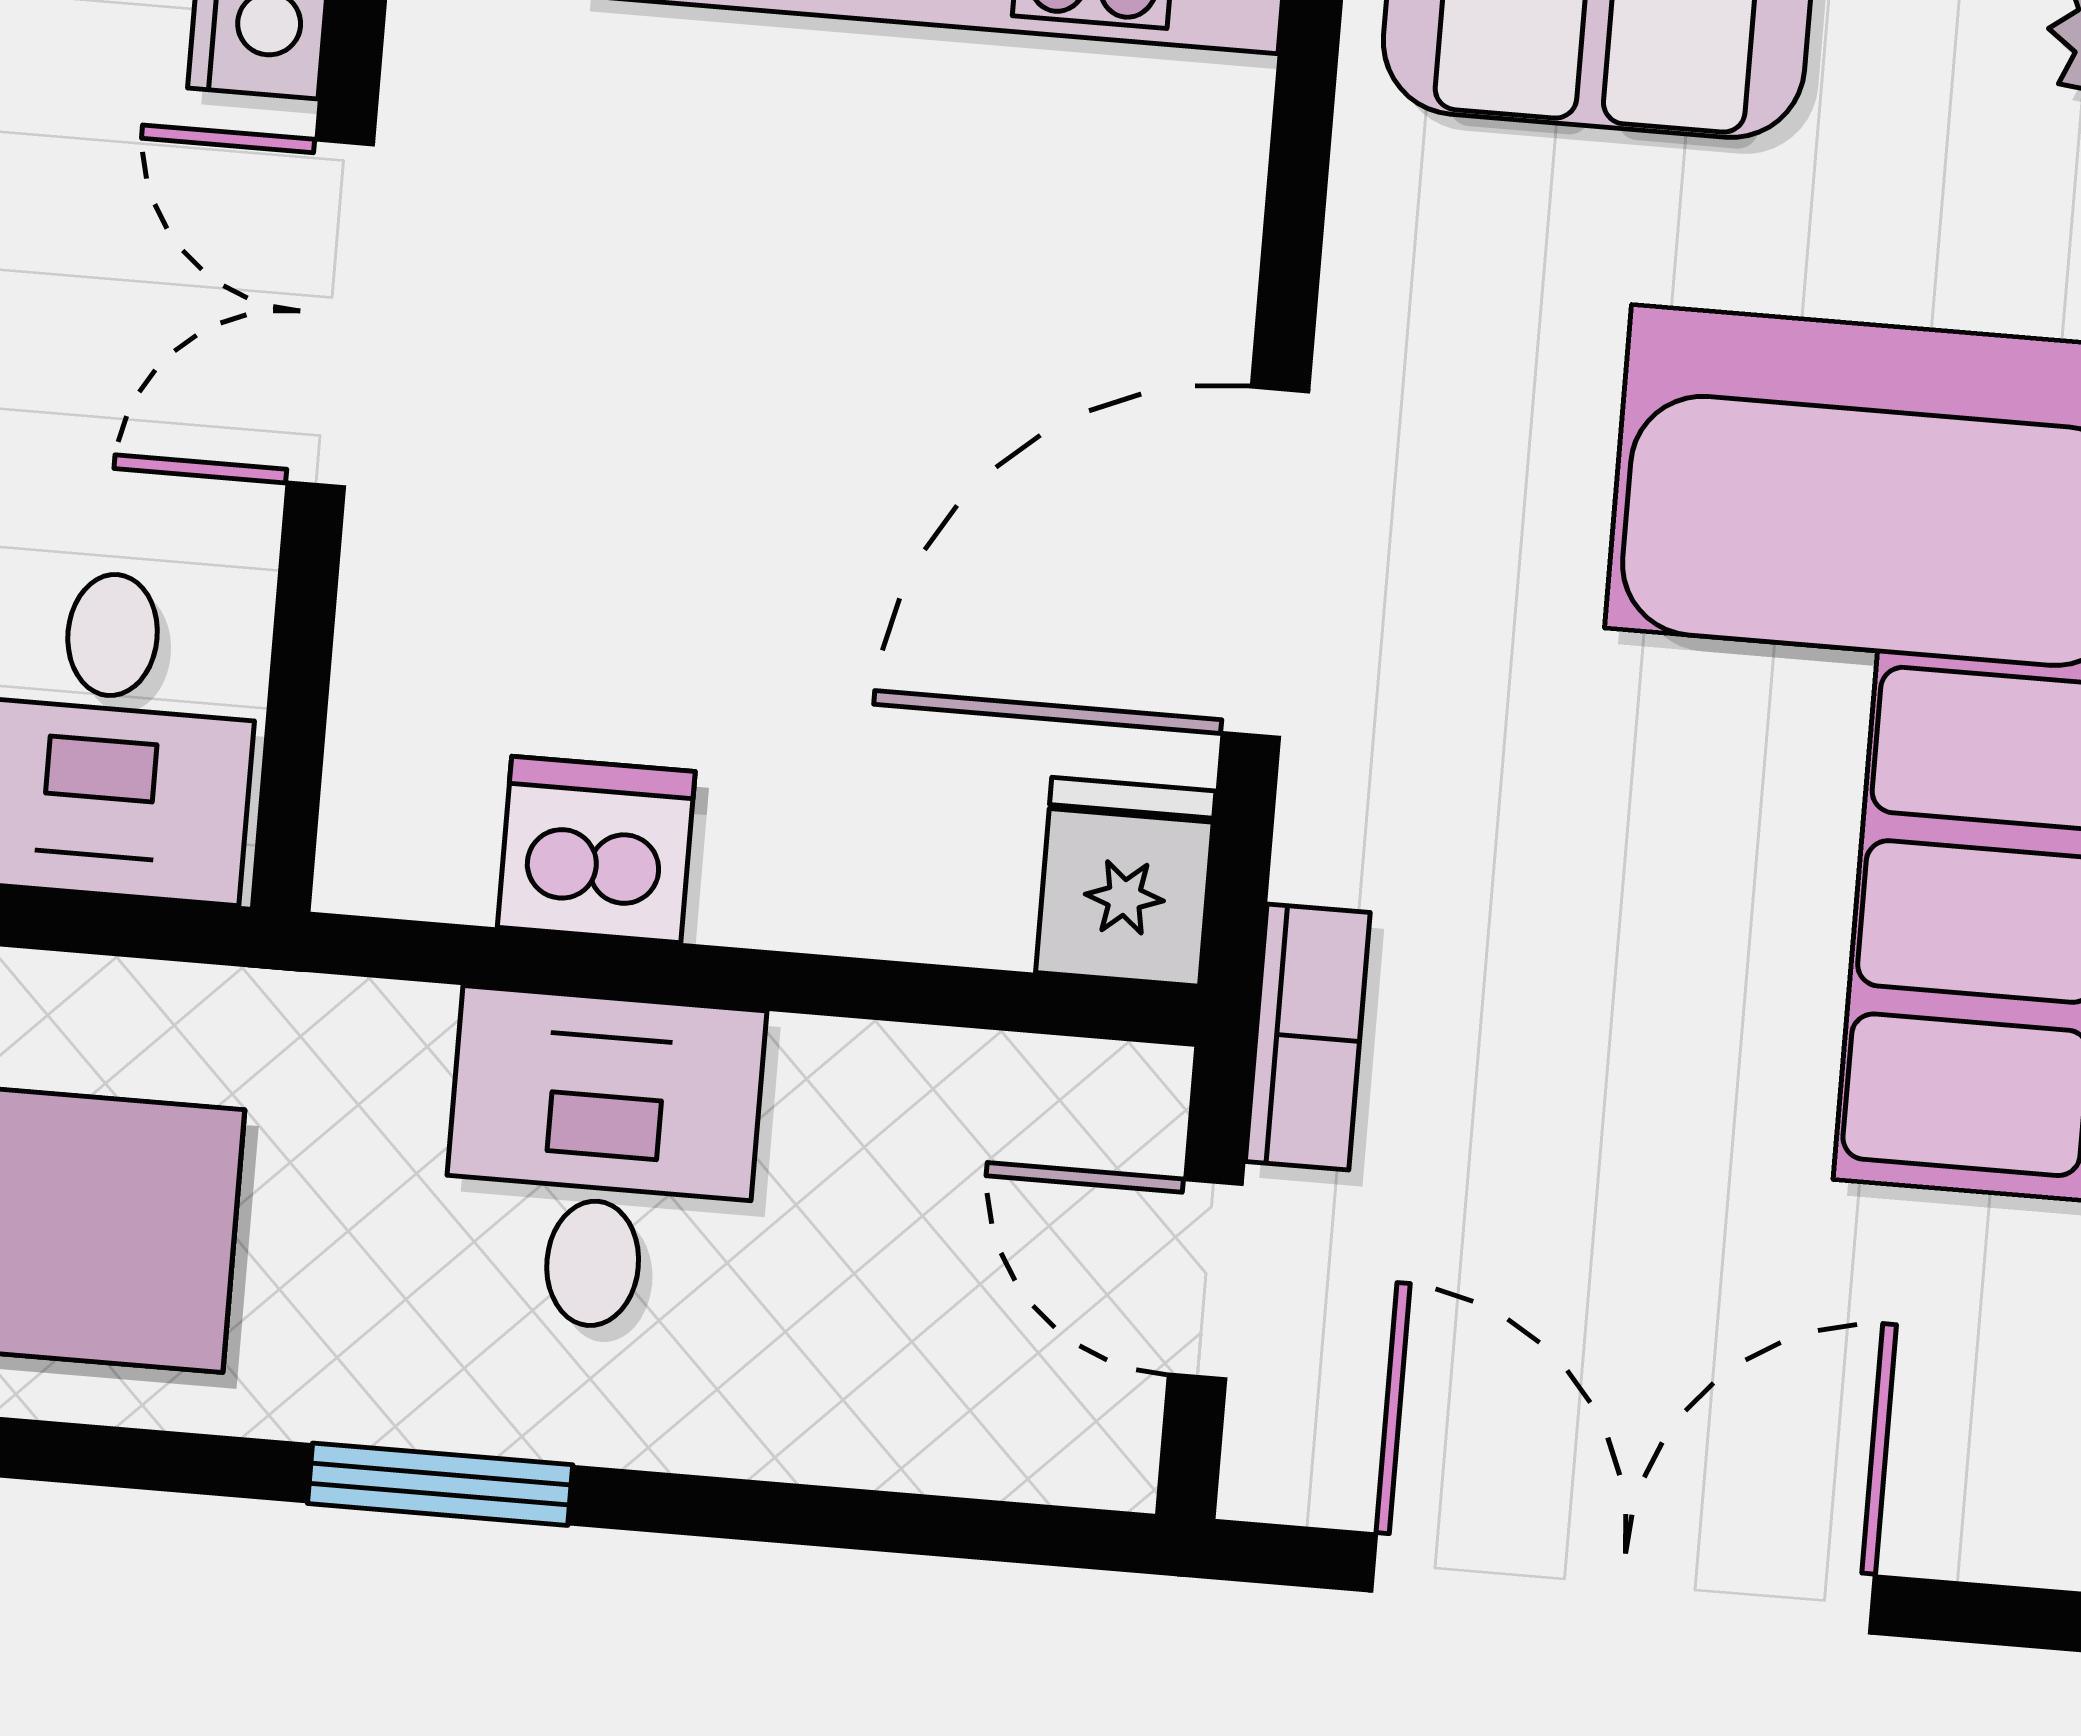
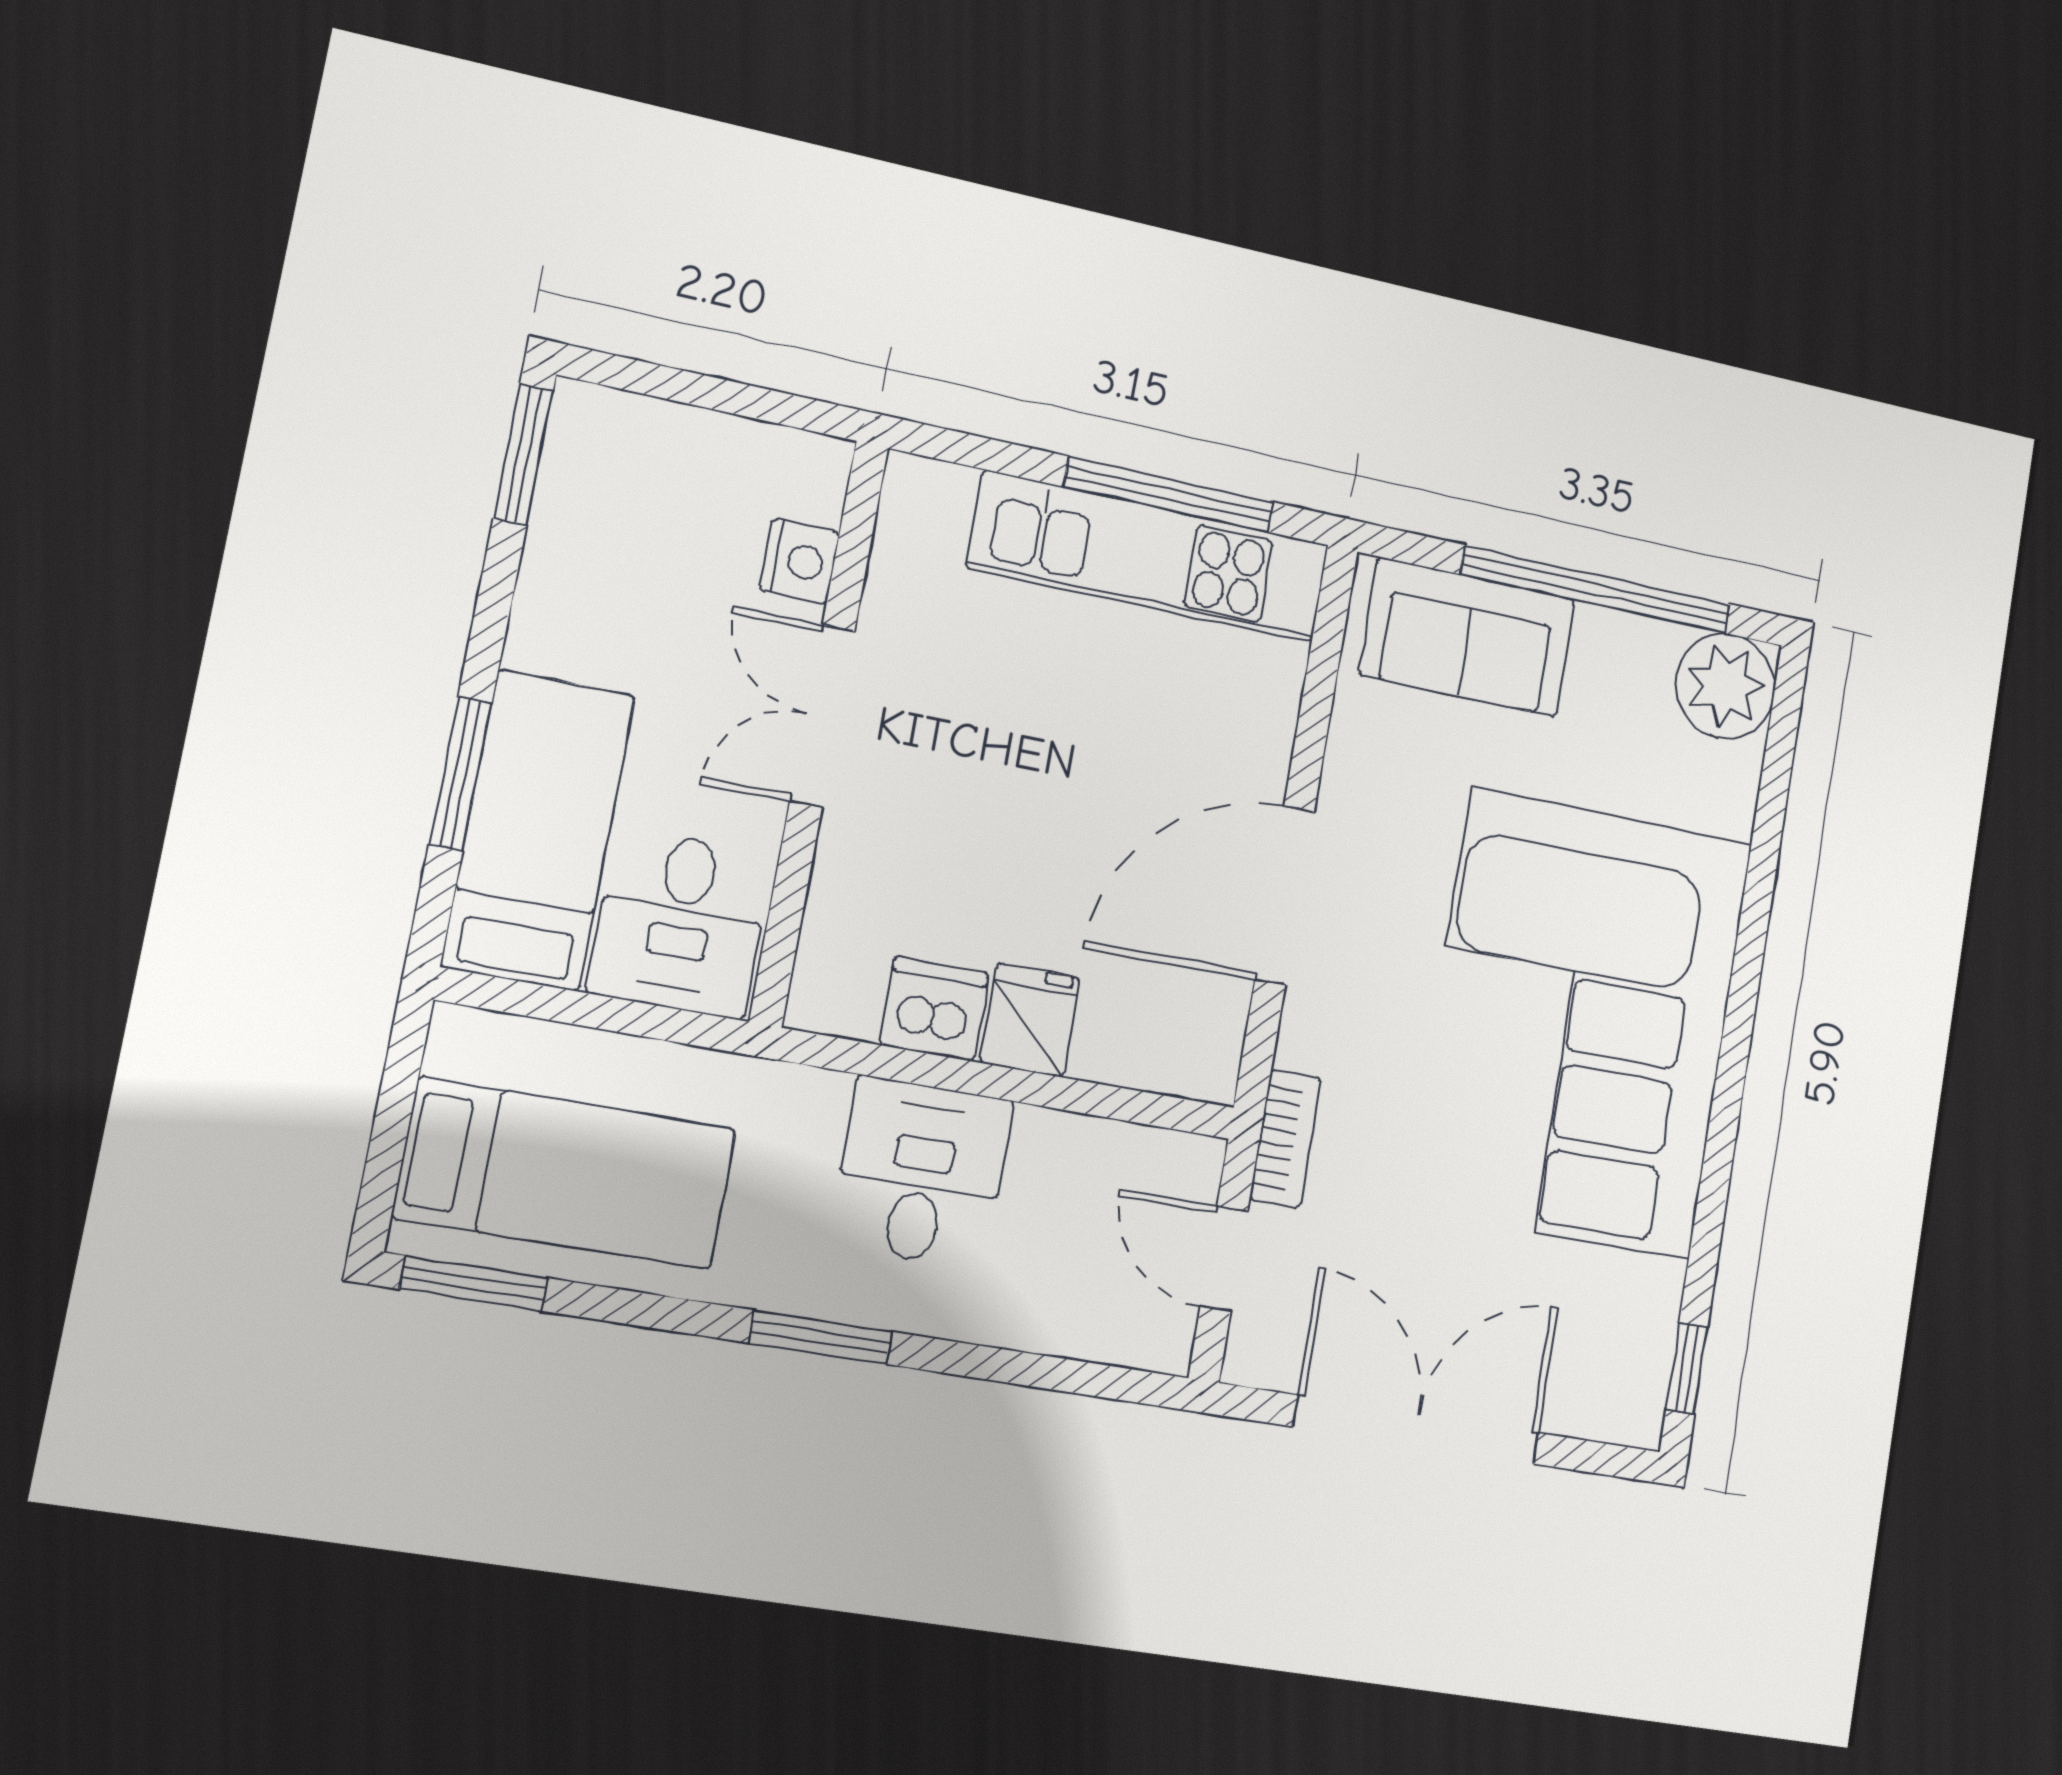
fridge: (1126, 882) -> (1030, 1020), moved

